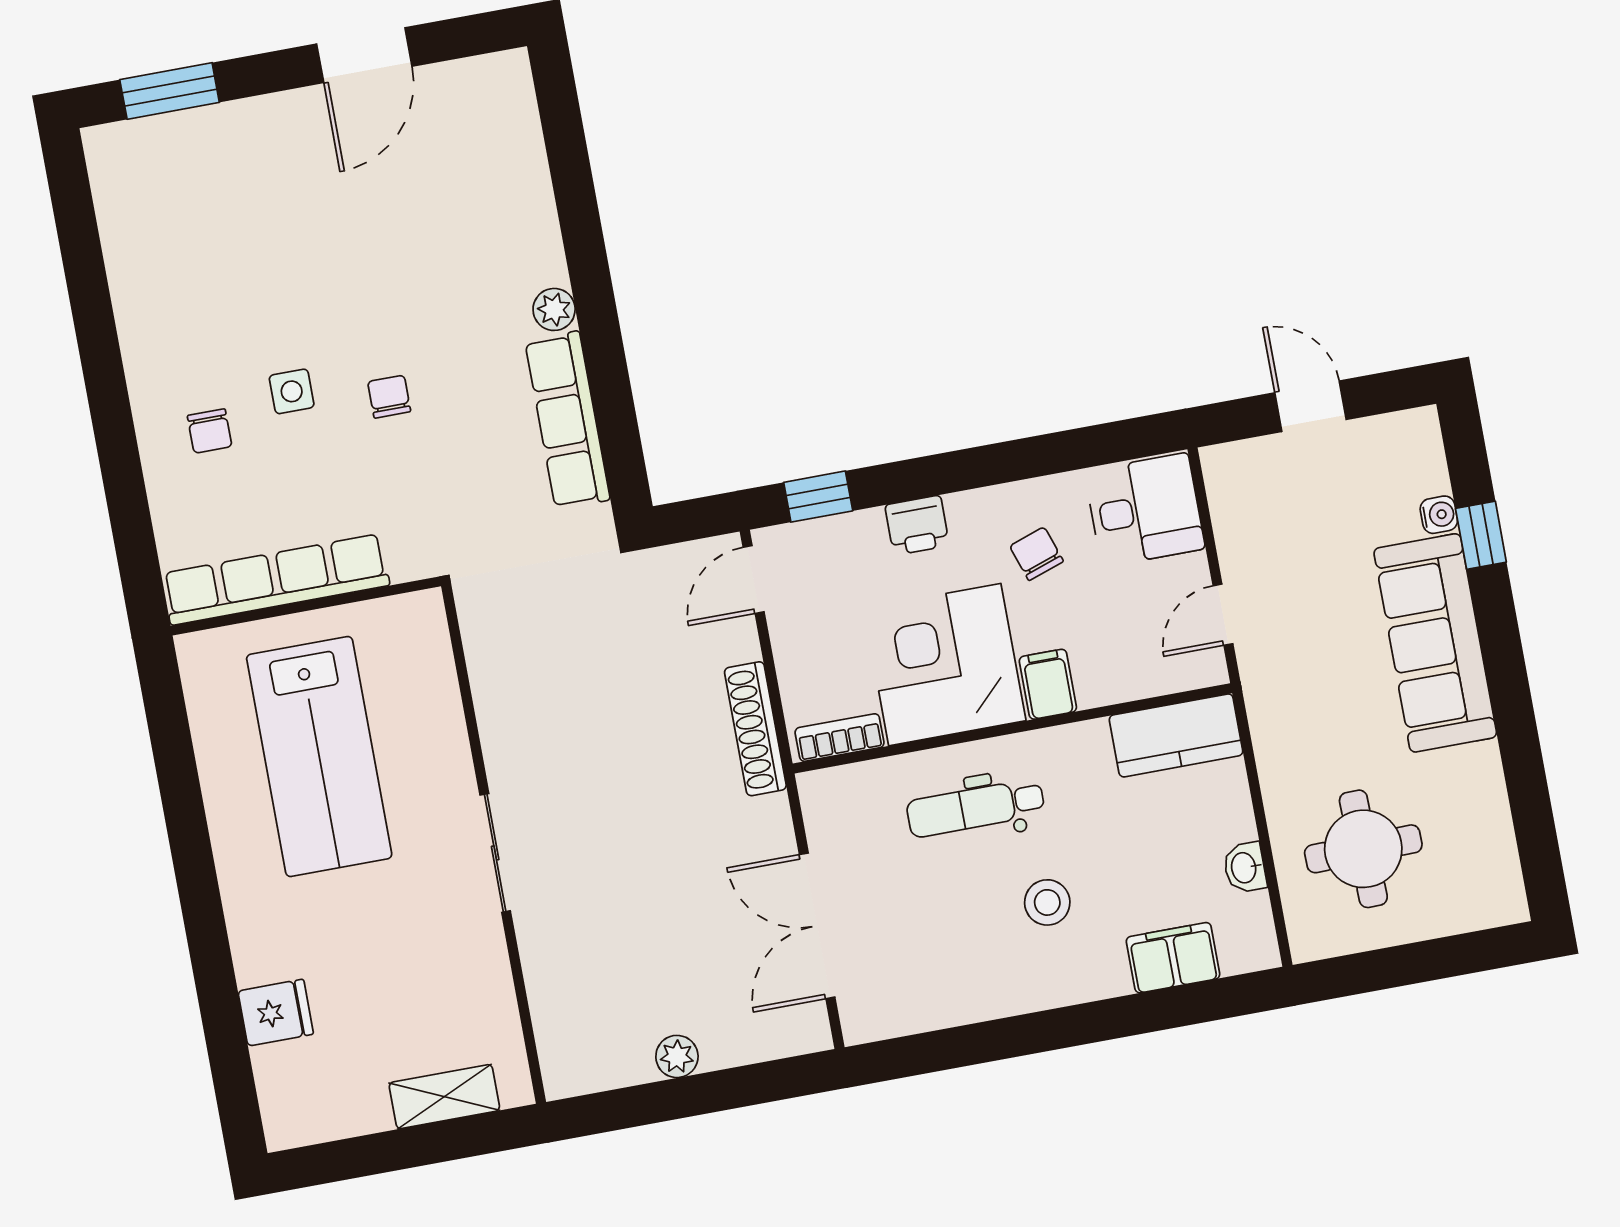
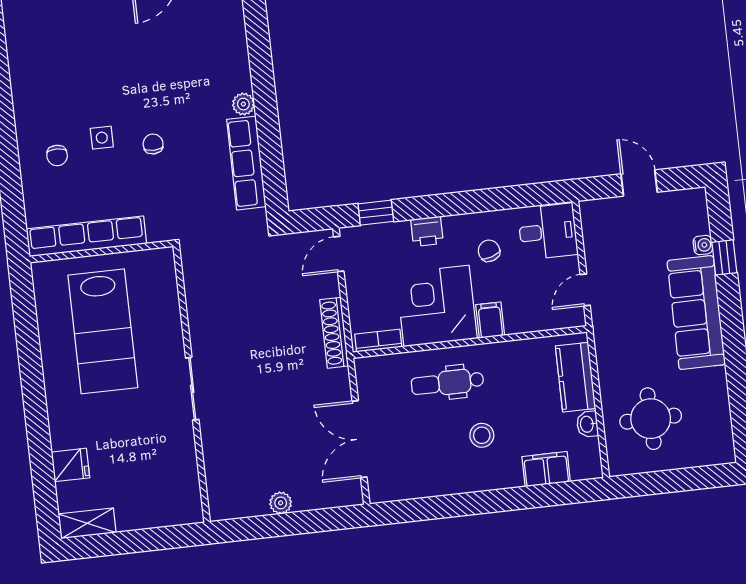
kitchen counter: (1176, 735) -> (576, 377), moved, turned 90
shelving: (444, 1097) -> (87, 523), moved

